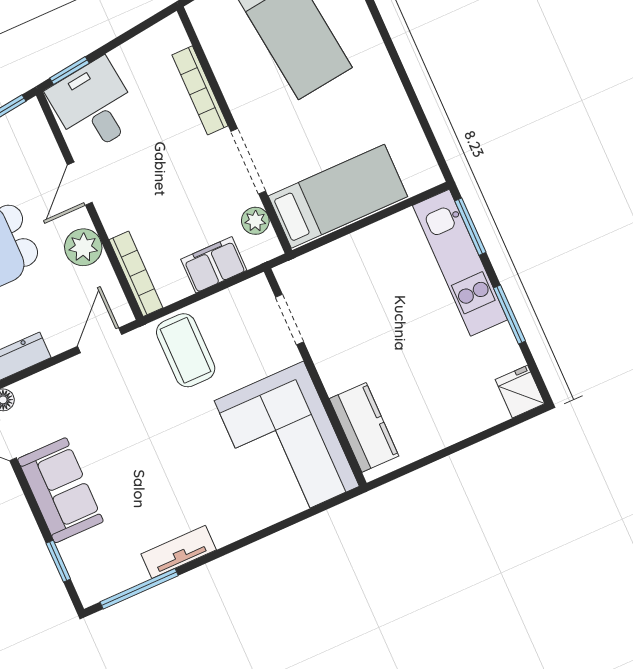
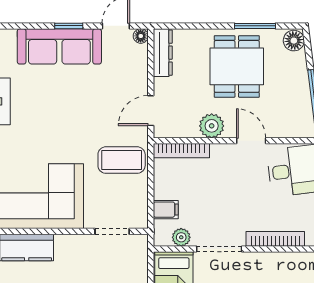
filing cabinet: (214, 265) -> (166, 210), width x0.50
door: (100, 340) -> (151, 111), swing flipped
sofa: (60, 490) -> (59, 46), width x1.36
window: (58, 561) -> (69, 26), moved

